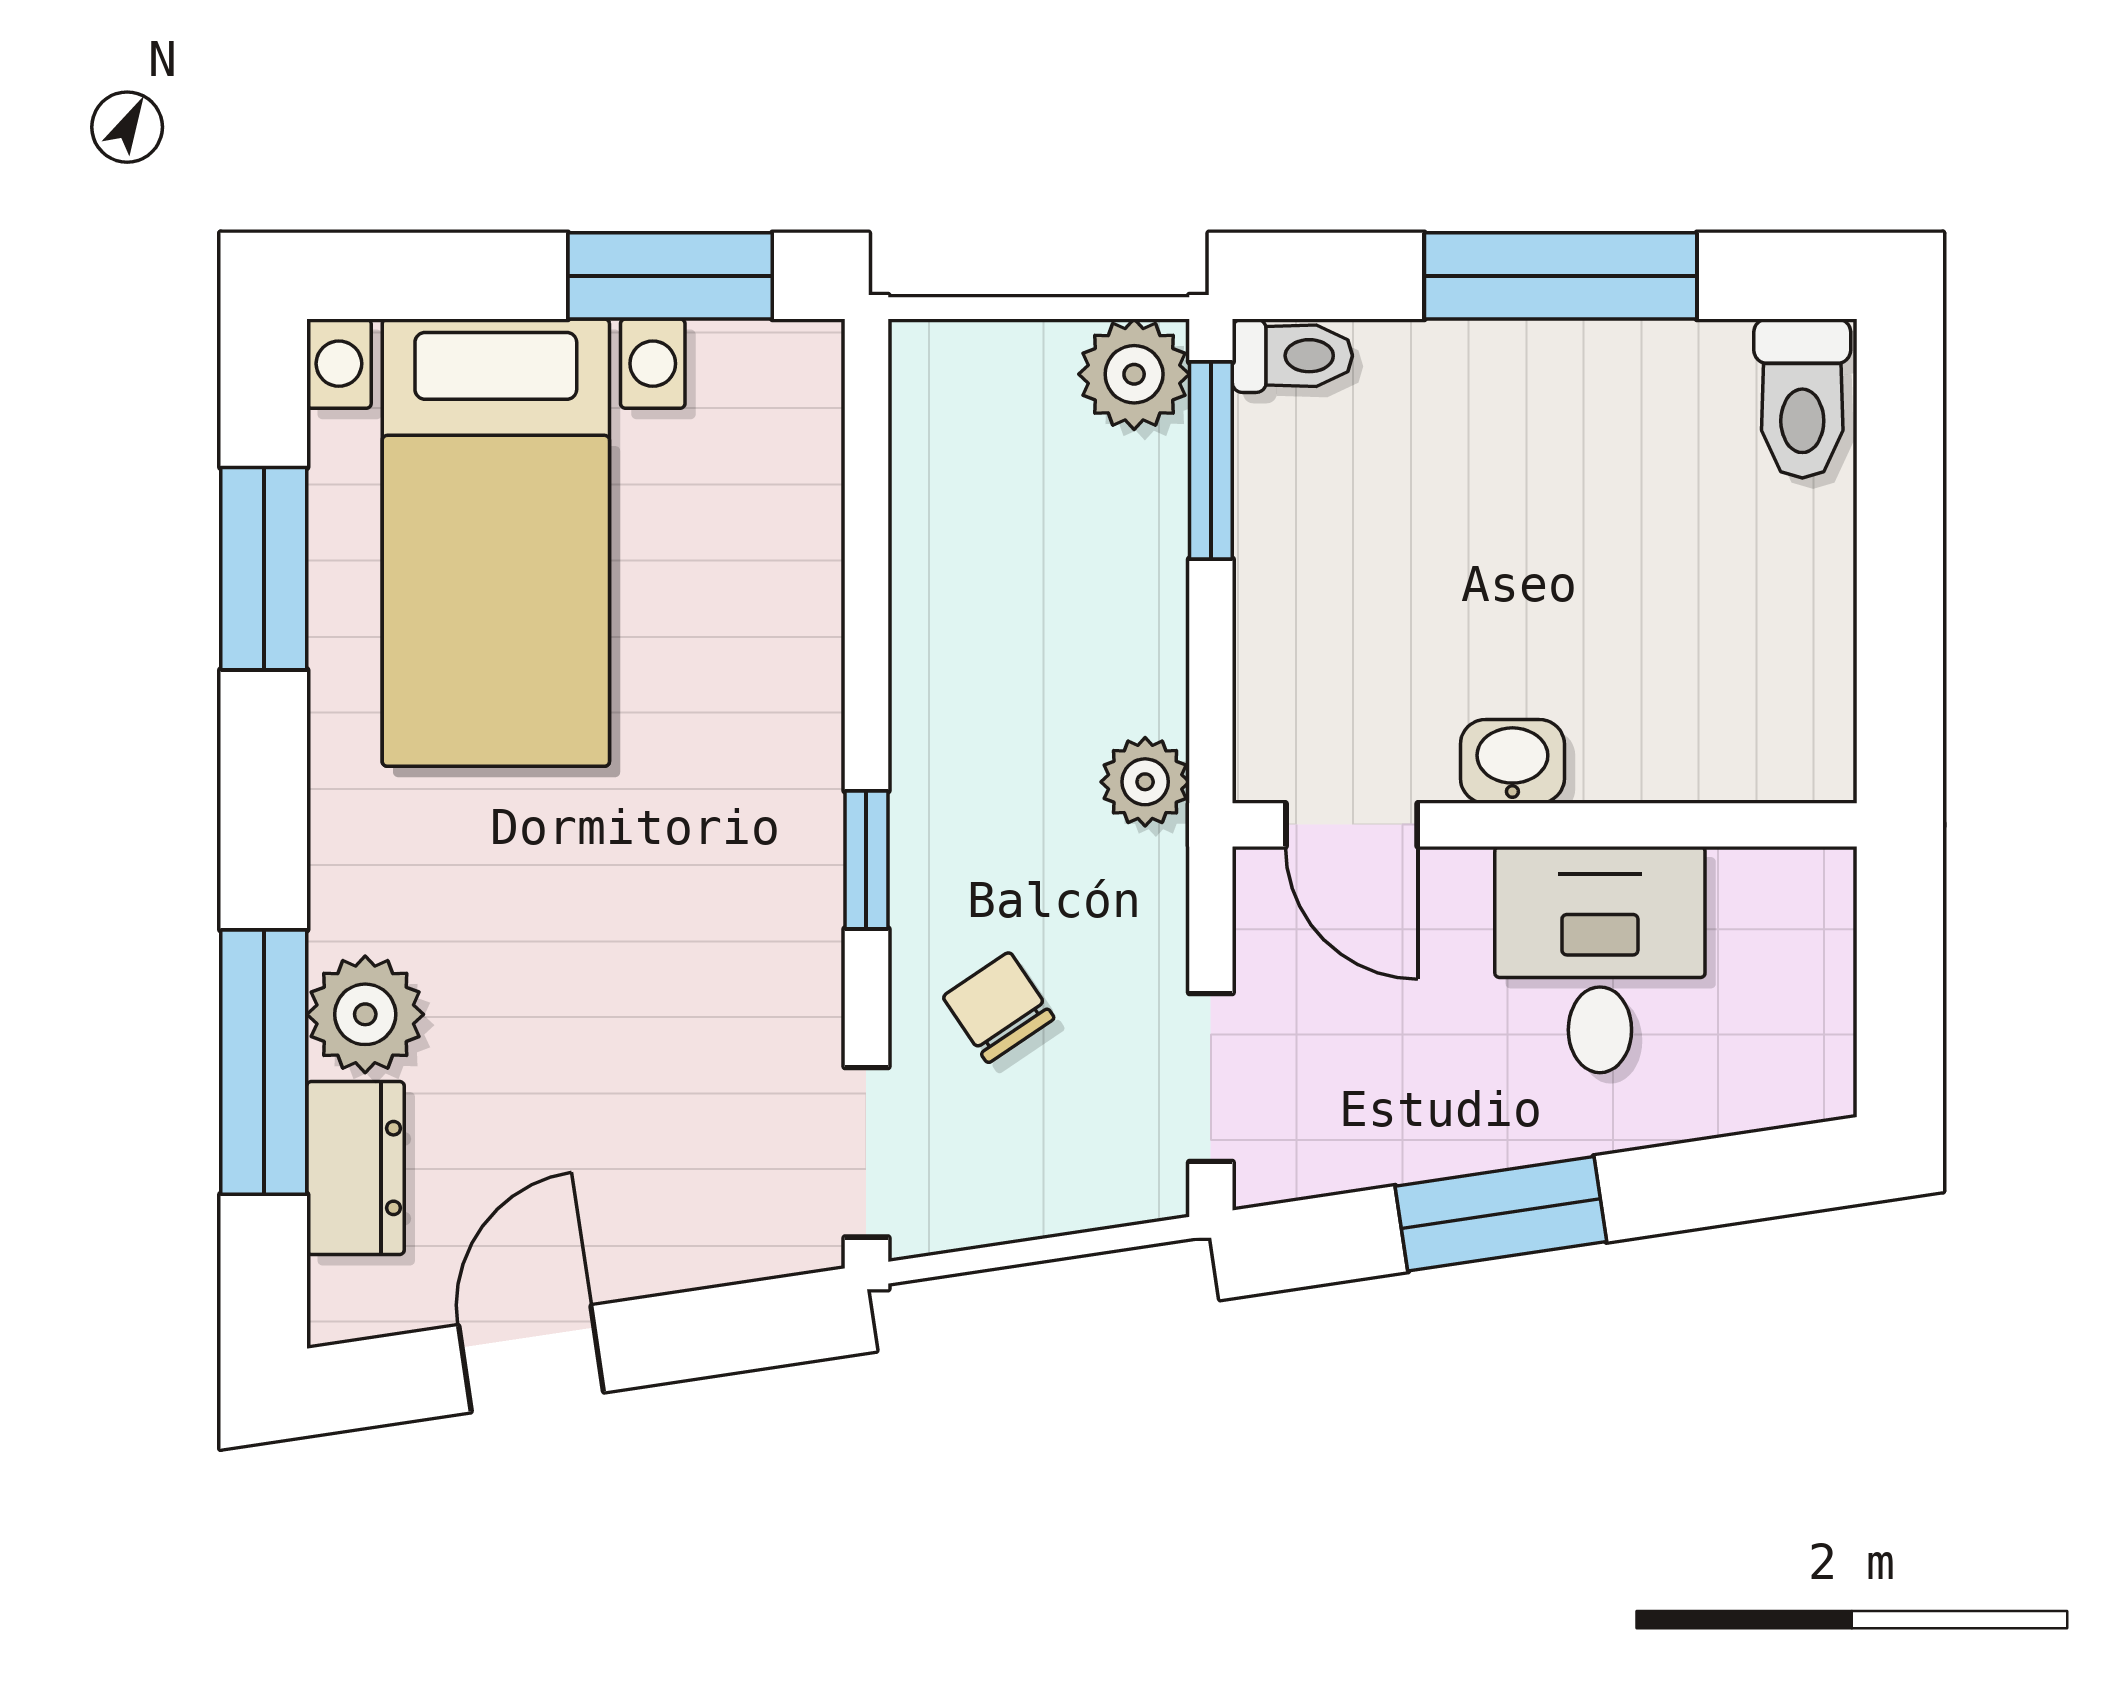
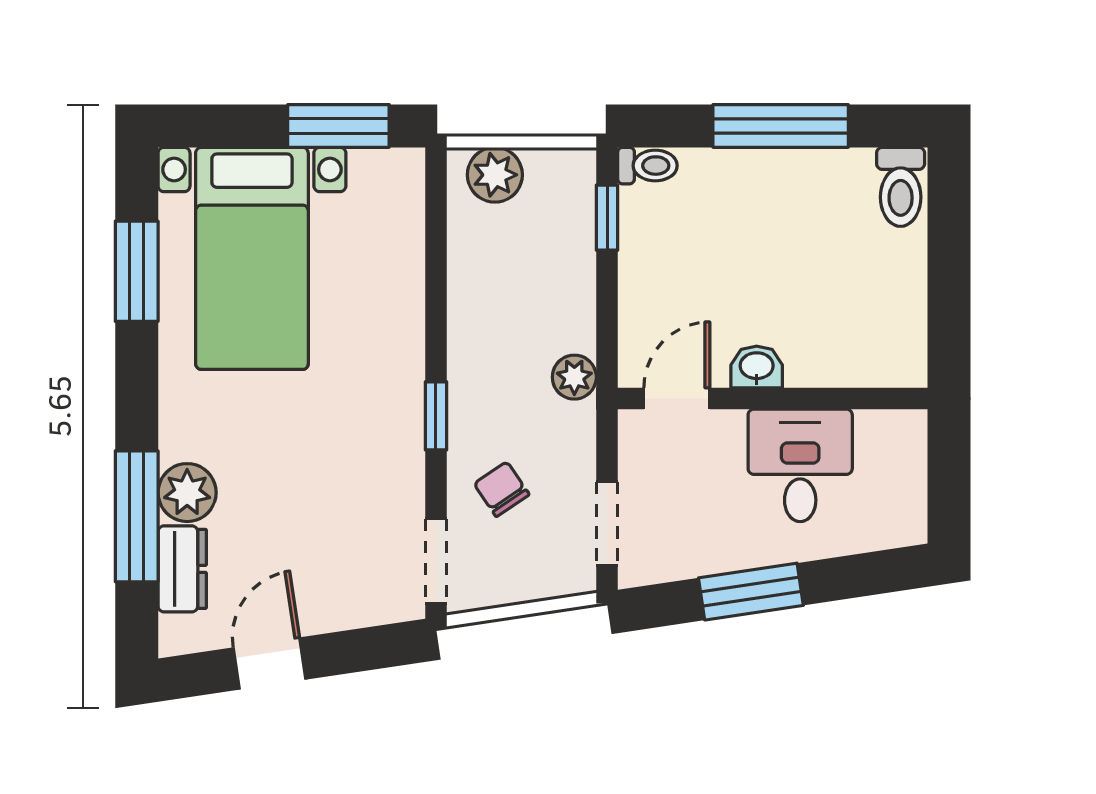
plant: (1134, 374) -> (495, 175), moved
window: (1211, 461) -> (607, 218), width x0.67
door: (1352, 825) -> (677, 398), swing flipped

